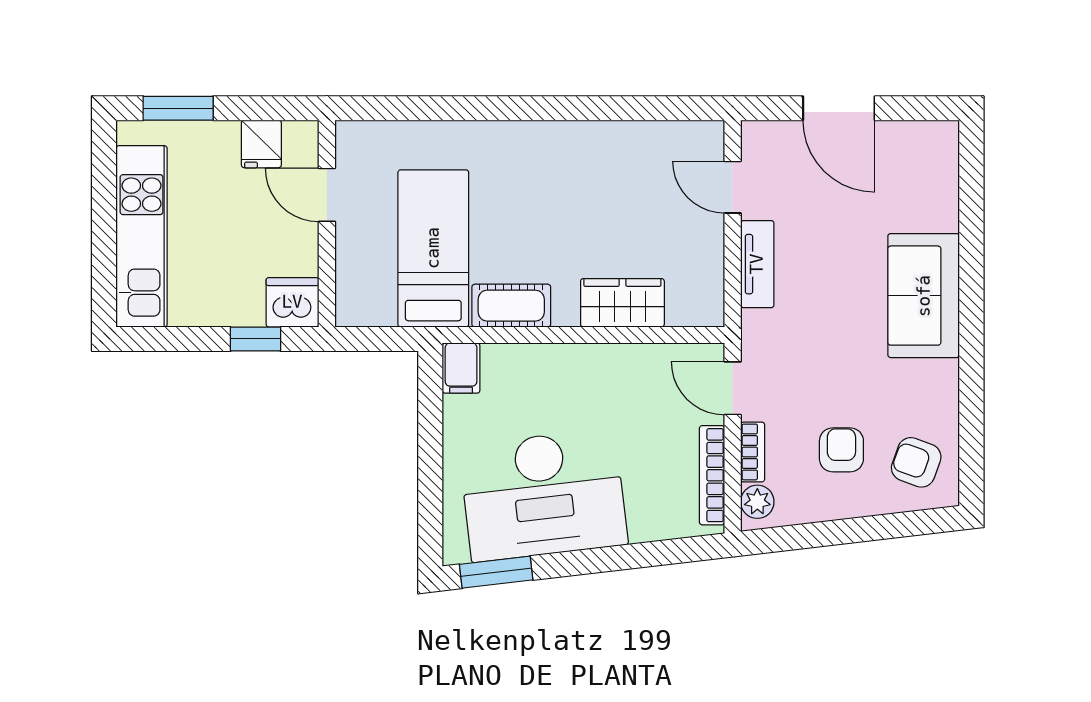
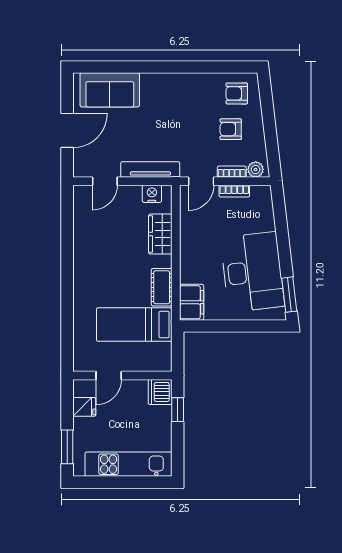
tv unit: (757, 264) -> (150, 169), width x1.41
nightstand: (706, 285) -> (152, 194), added
sofa: (924, 296) -> (110, 90), moved
filing cabinet: (461, 368) -> (192, 302), width x2.00
armchair: (916, 462) -> (237, 93), turned 70
bookcase: (712, 475) -> (234, 191), width x0.64

